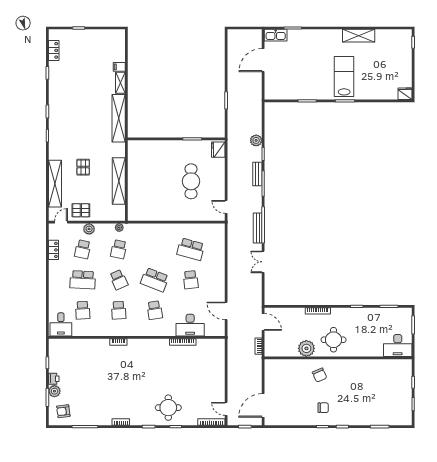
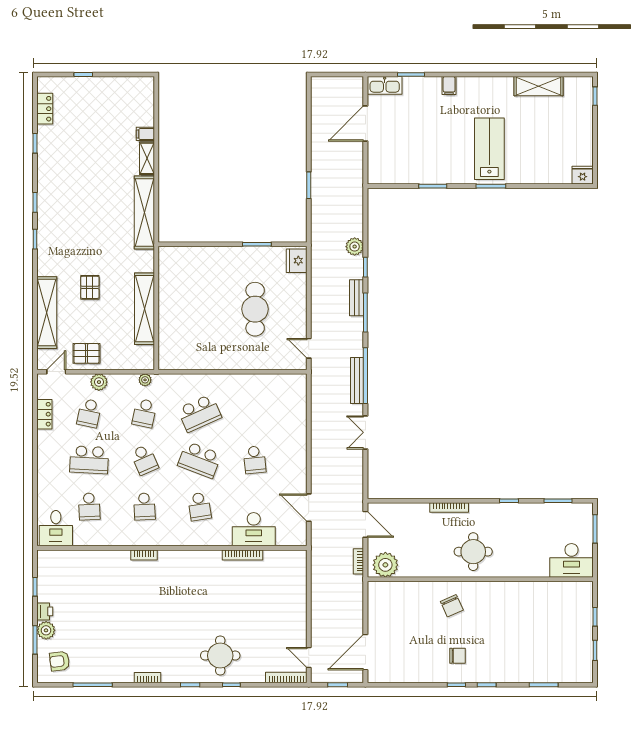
filing cabinet: (318, 35) -> (449, 86), added
shelving: (359, 36) -> (538, 86), moved
school desk: (191, 249) -> (199, 413), moved, turned -39
plant: (306, 348) -> (385, 565), moved

